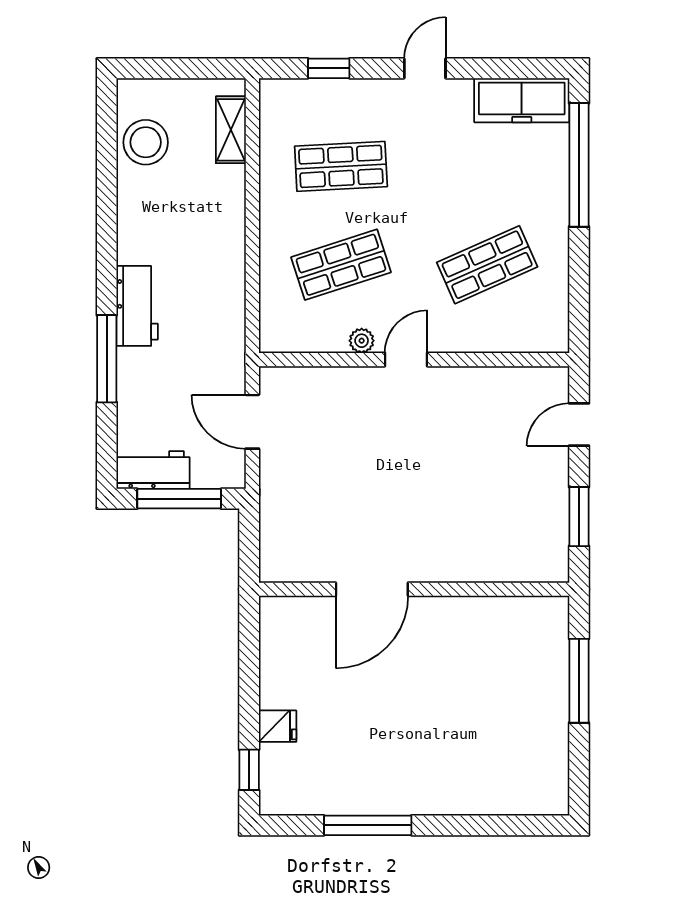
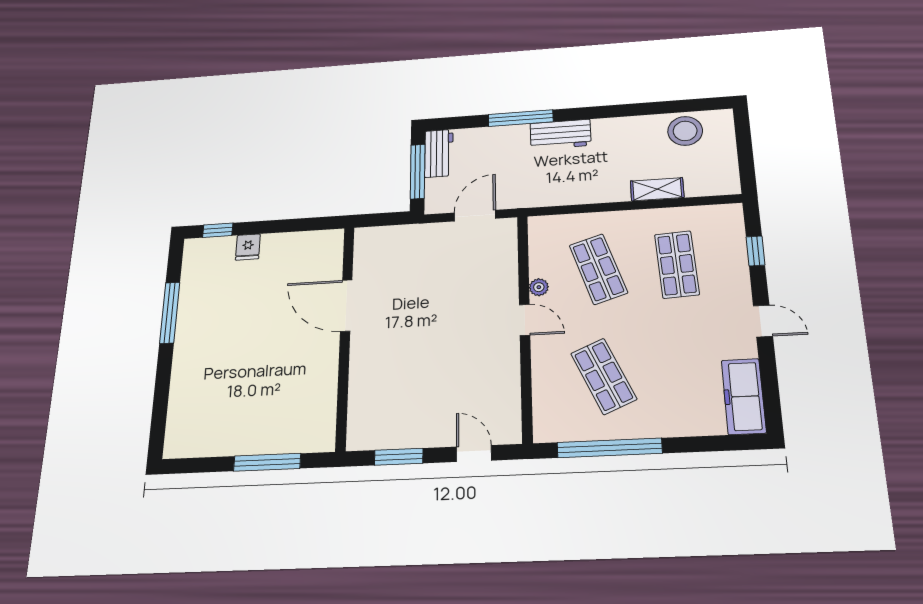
shelving: (231, 130) -> (657, 189), moved
window: (579, 165) -> (609, 448), moved

